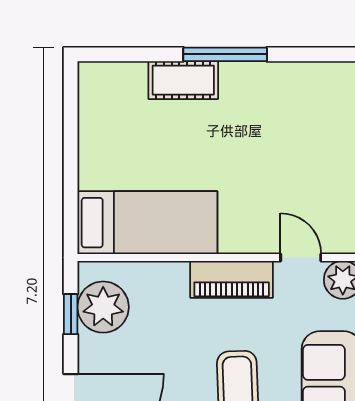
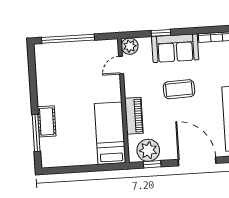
window: (225, 54) -> (36, 133), moved
piano: (232, 279) -> (134, 116), moved

